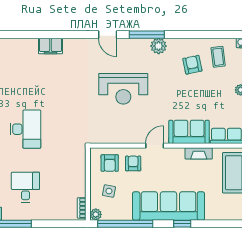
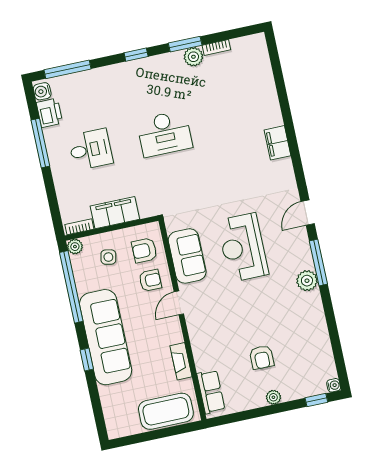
coffee table: (218, 57) -> (310, 360), removed
armchair: (192, 65) -> (262, 357), moved, turned 102
sofa: (189, 132) -> (187, 256), moved
door: (155, 146) -> (179, 303), swing flipped
filing cabinet: (77, 179) -> (115, 213), added

